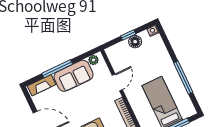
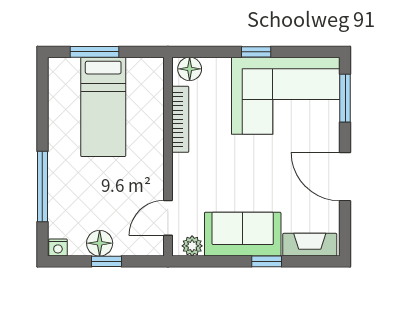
window: (57, 69) -> (267, 261), width x0.46
window: (183, 78) -> (42, 187), moved
door: (117, 82) -> (168, 218), moved

